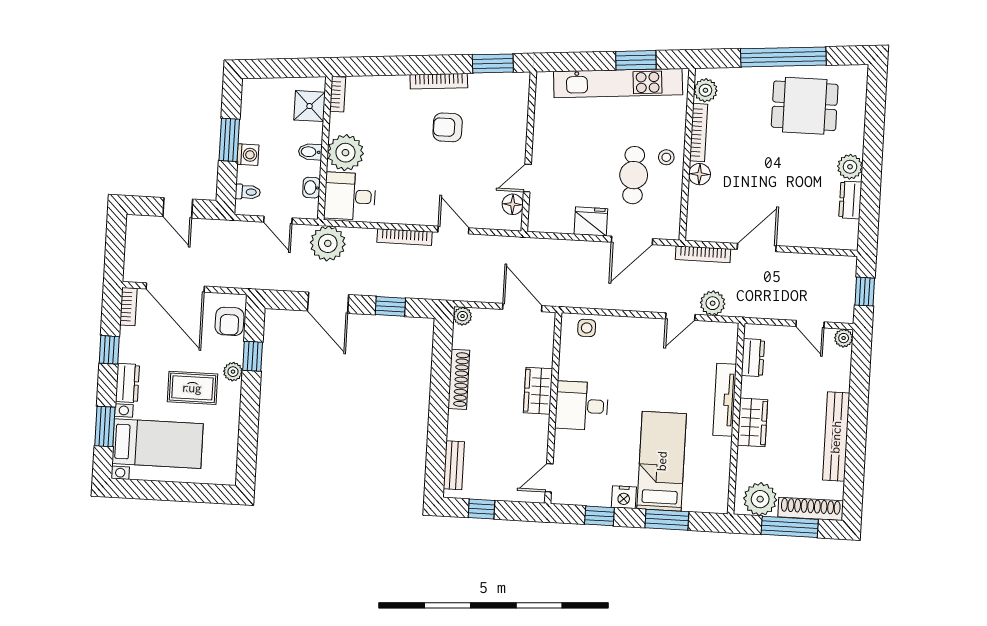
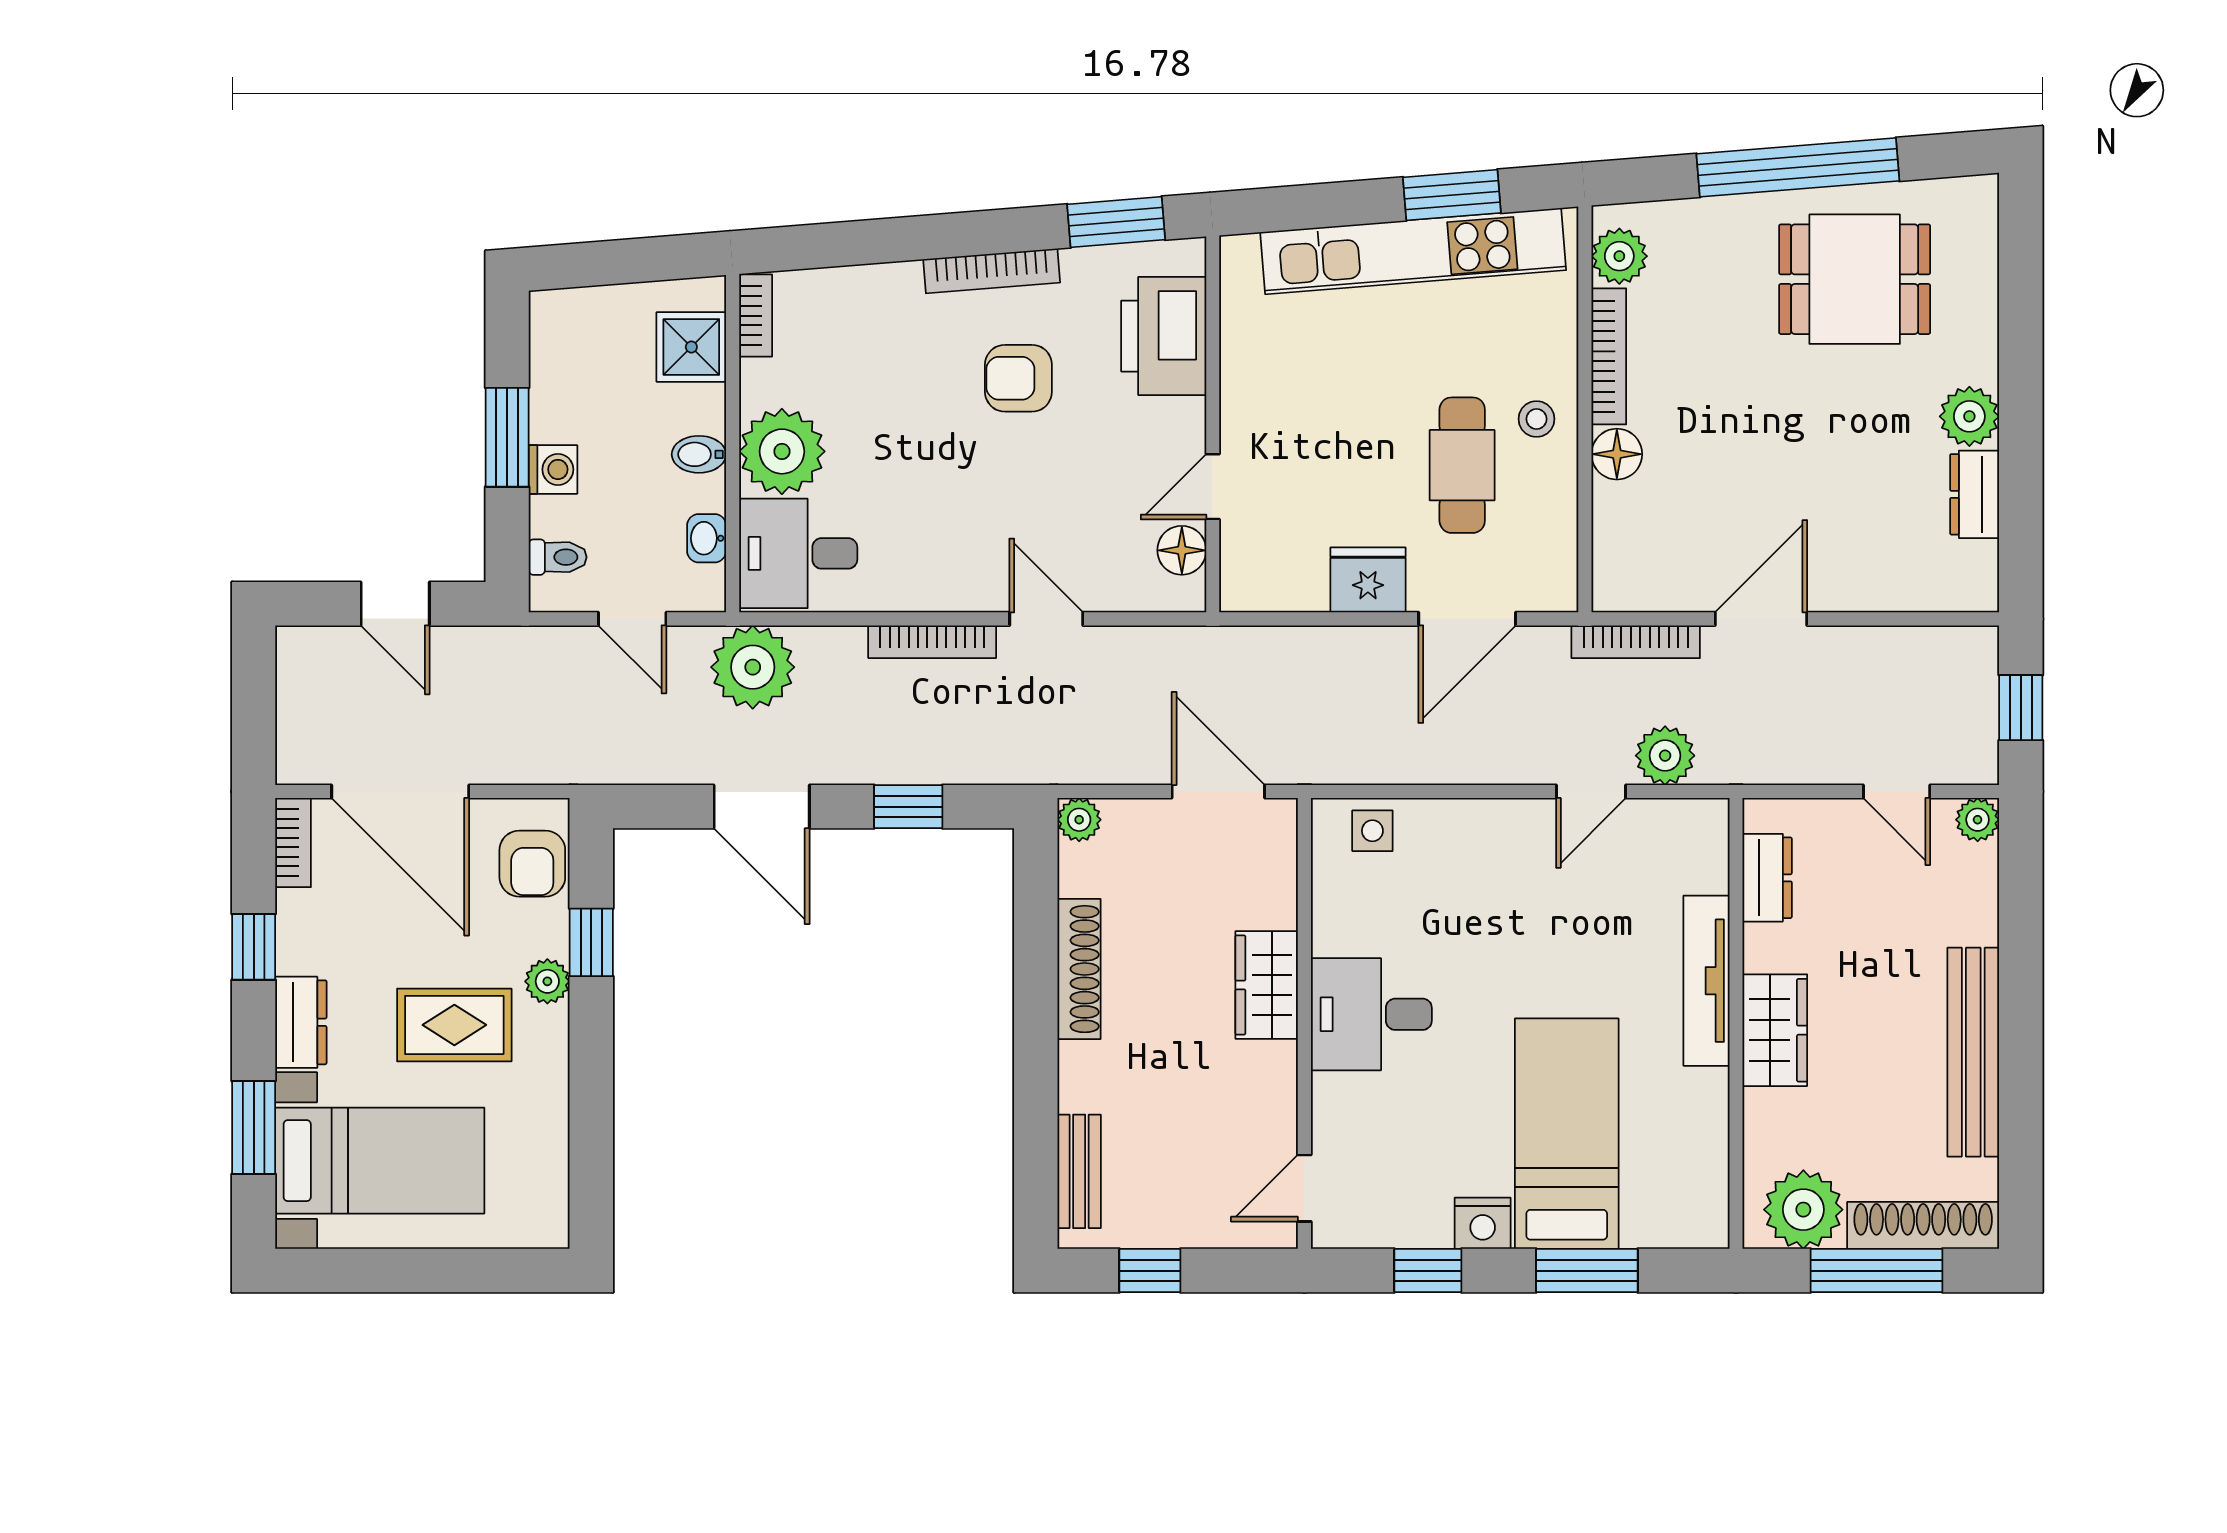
printer: (510, 113) -> (1164, 336), added

